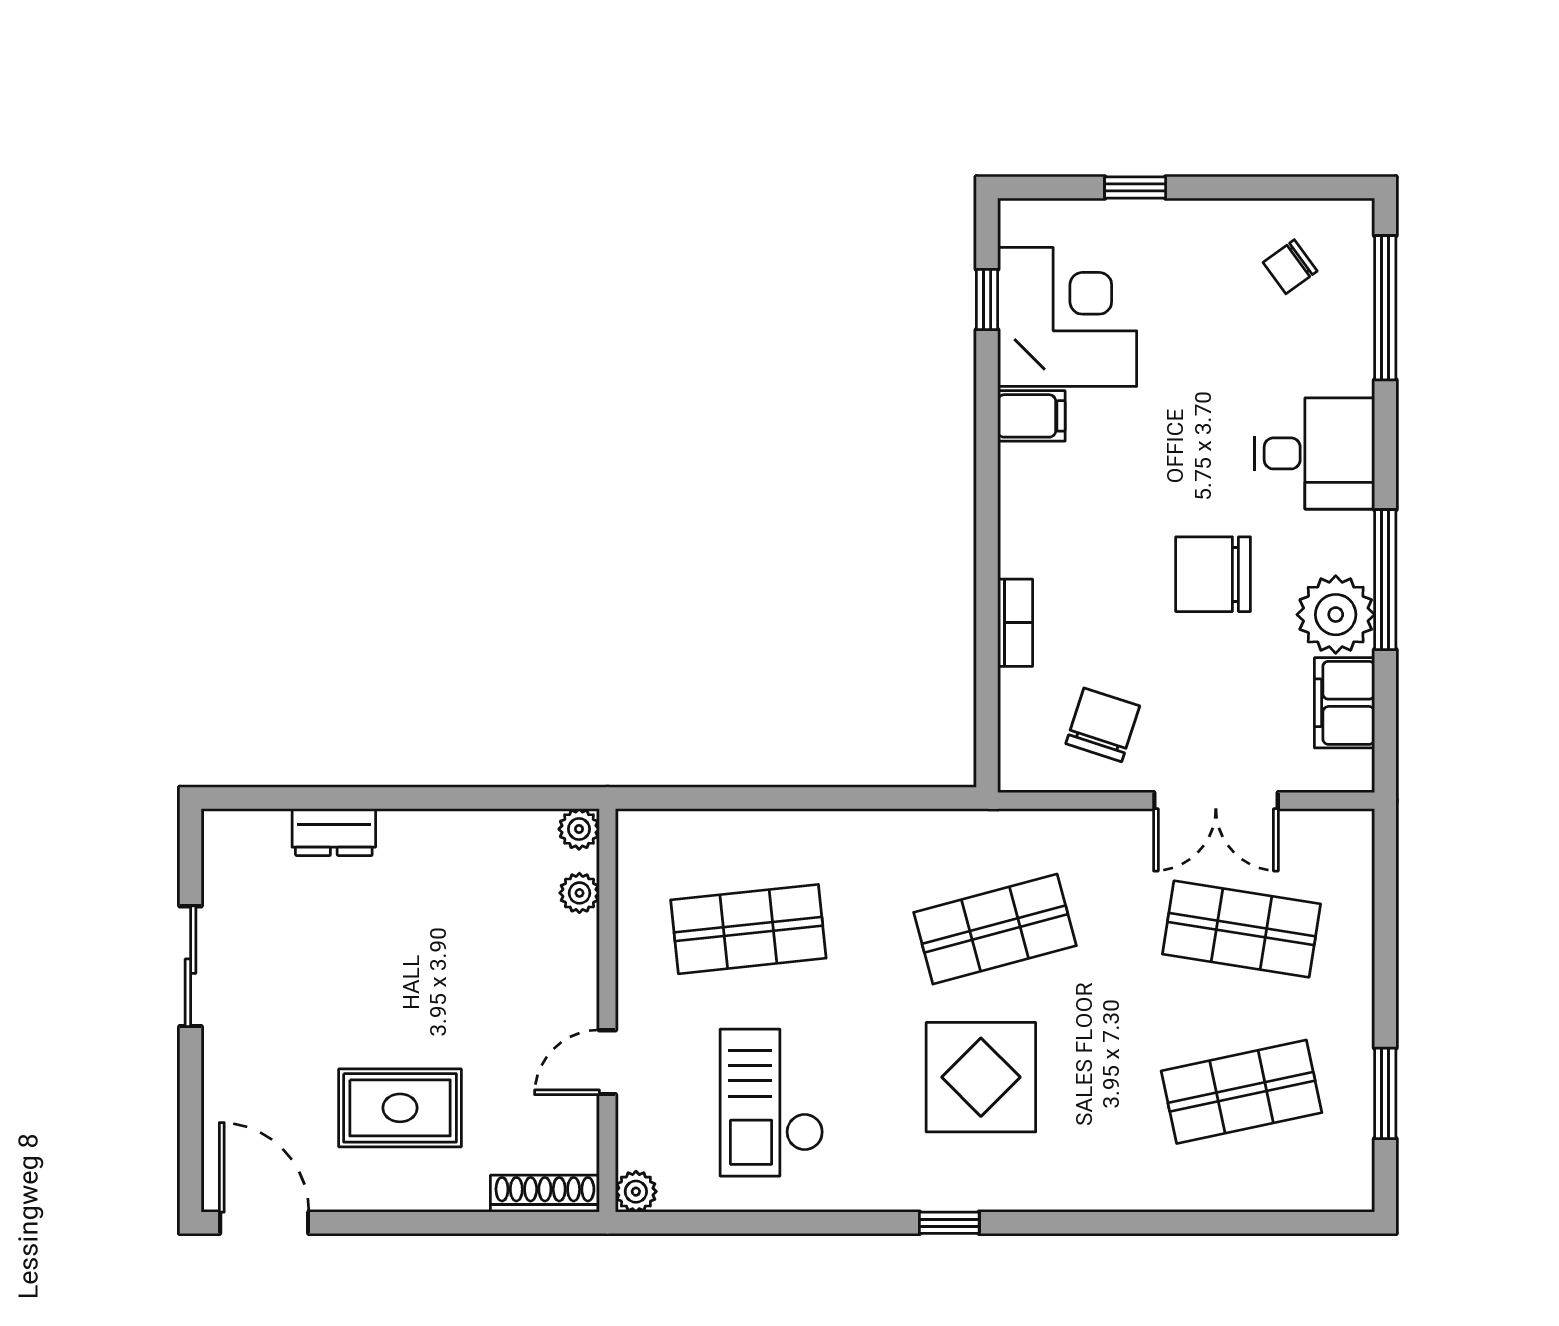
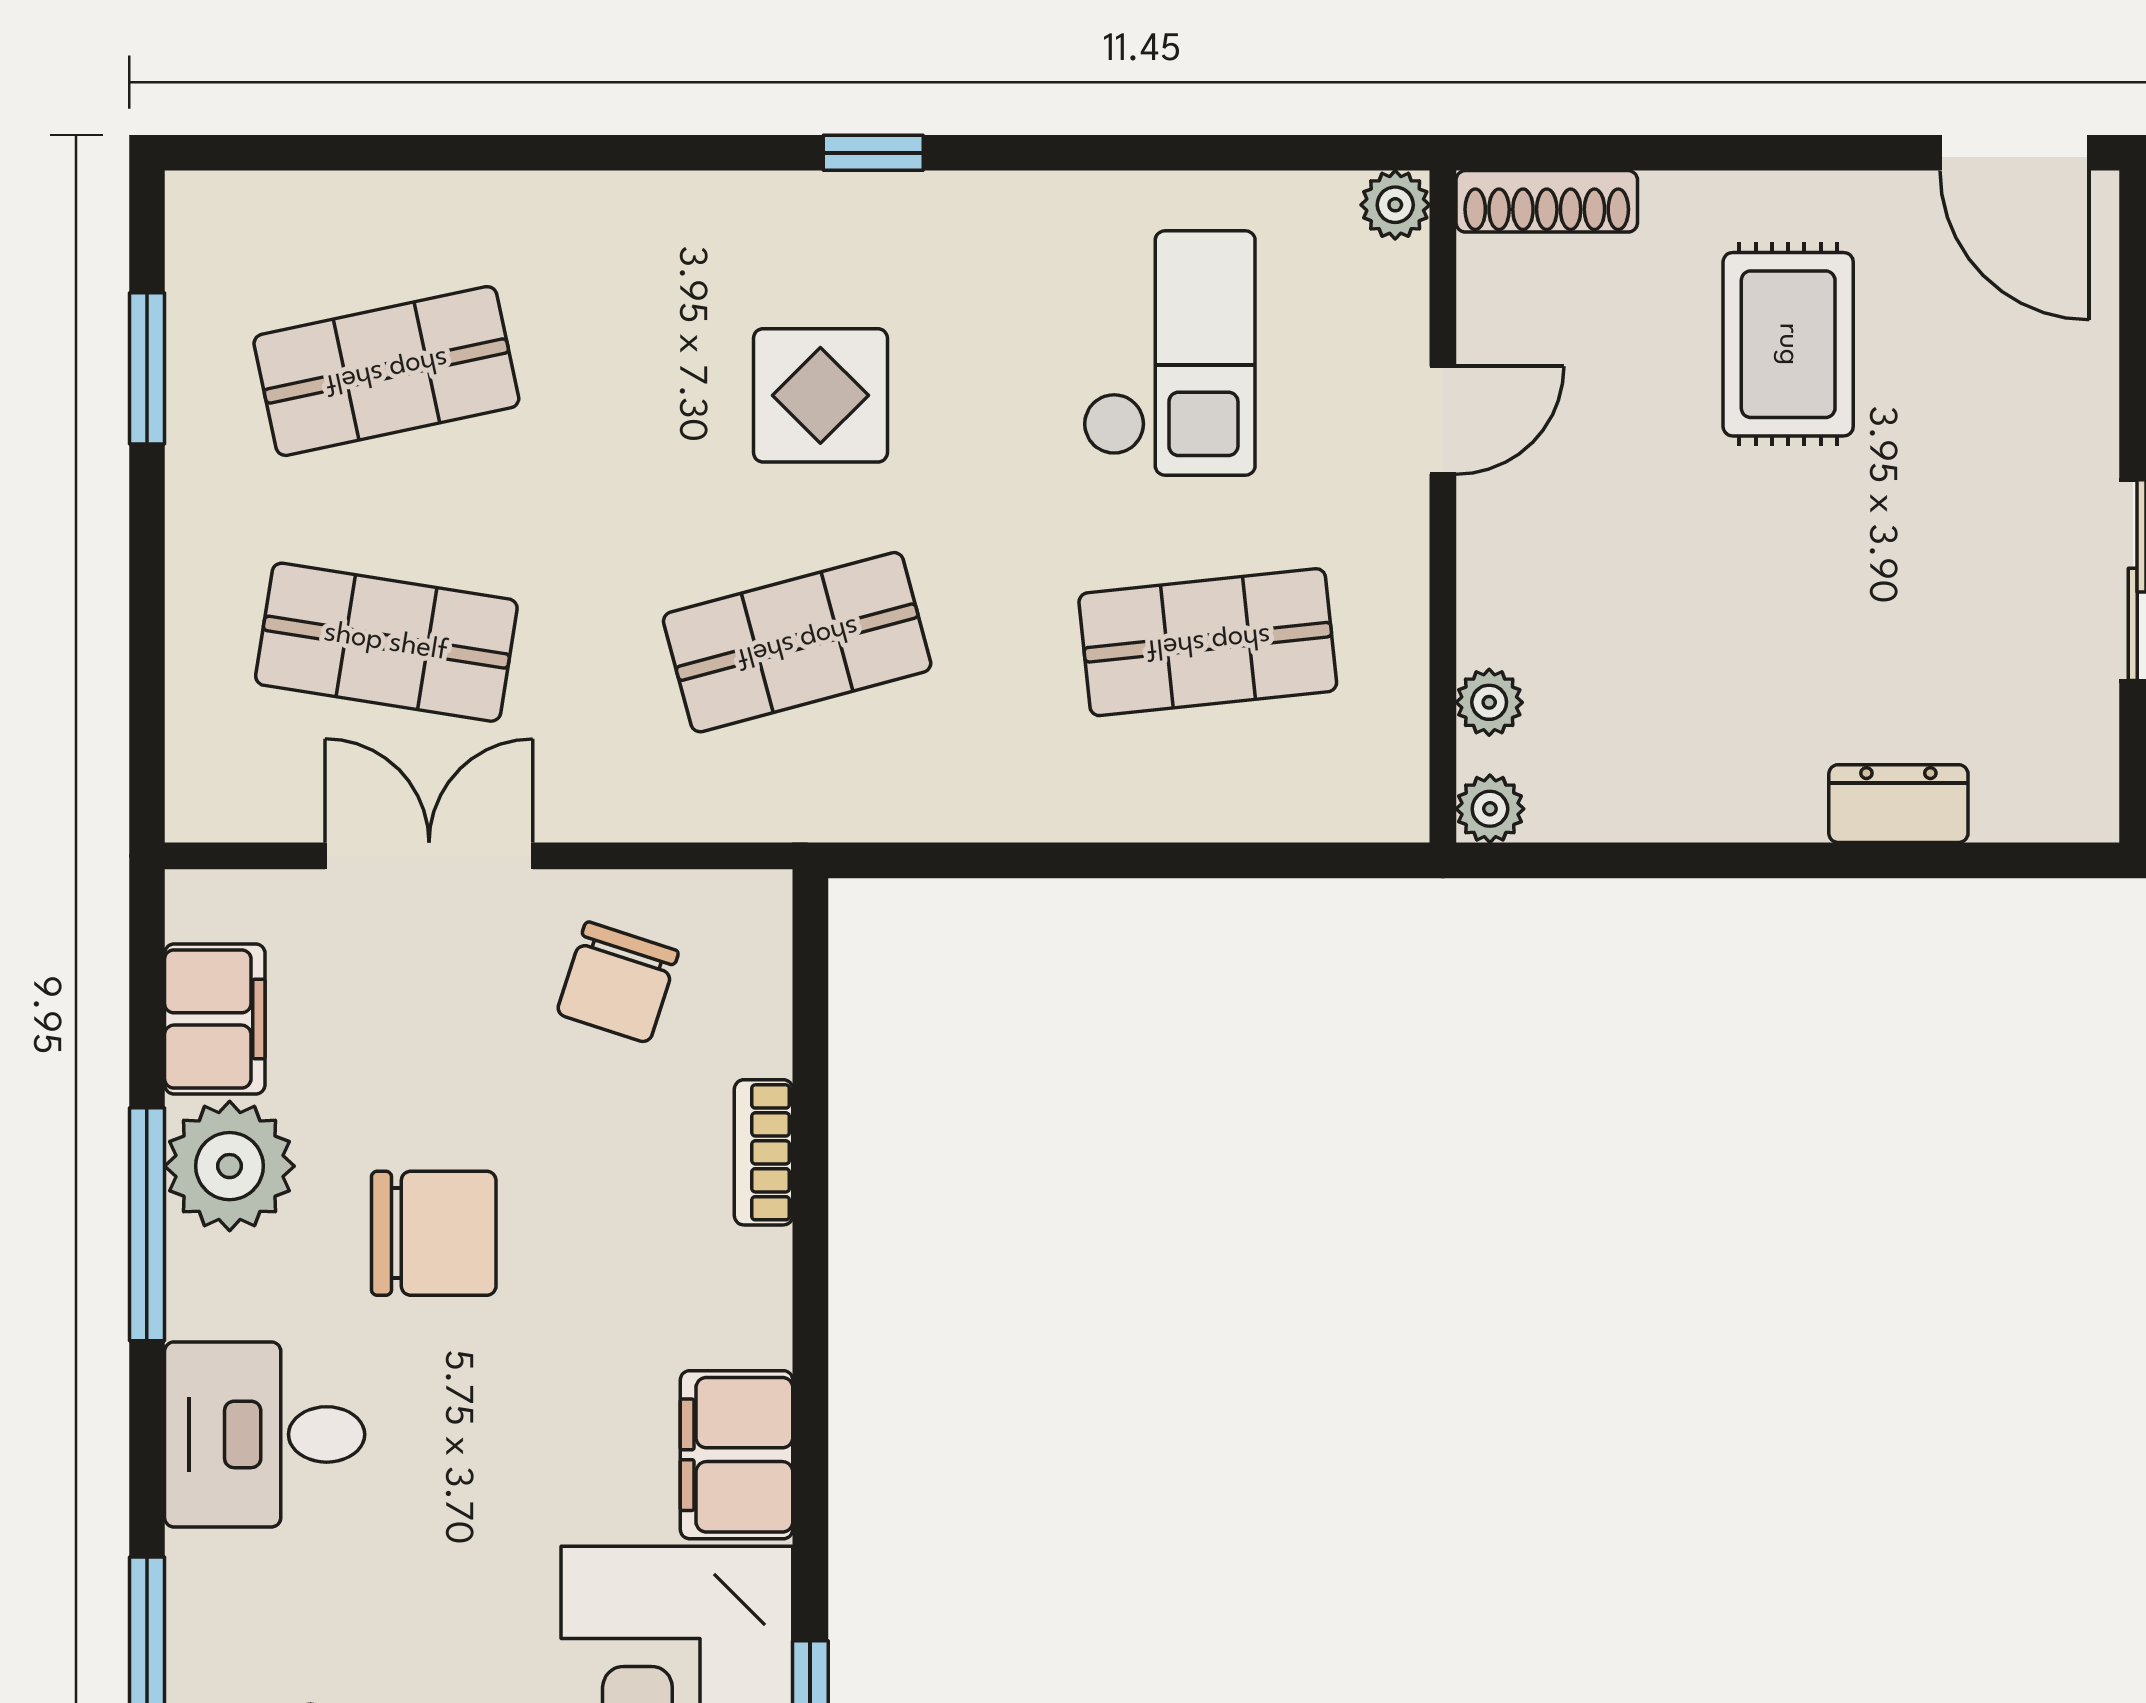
filing cabinet: (1031, 416) -> (737, 1455), width x2.00
display table: (981, 1077) -> (820, 395), width x0.73, depth x0.73
rug: (400, 1108) -> (1788, 344), turned 90

